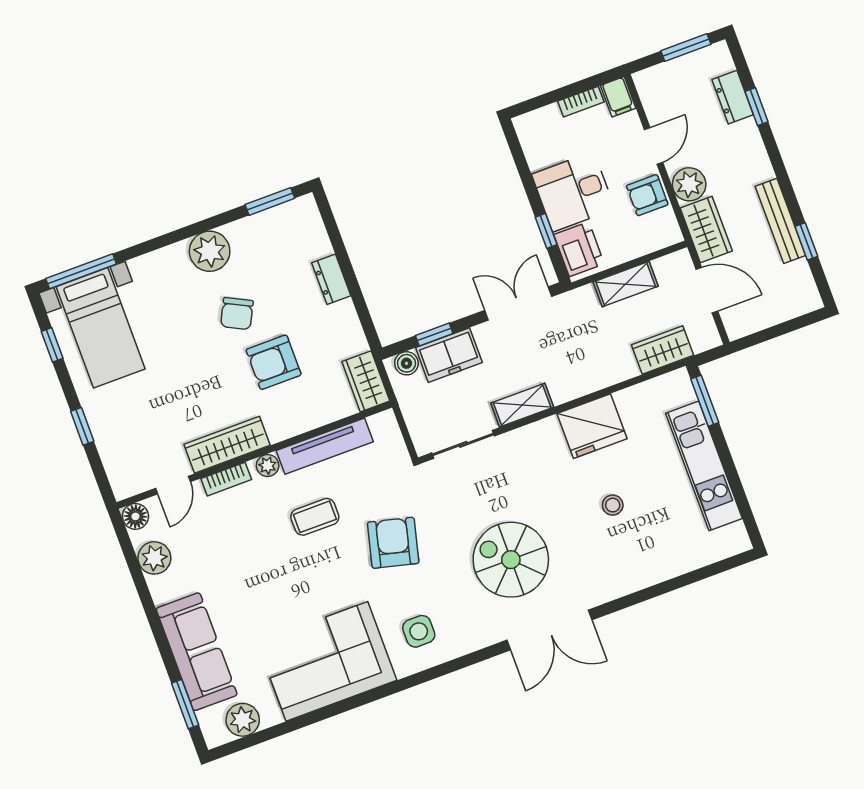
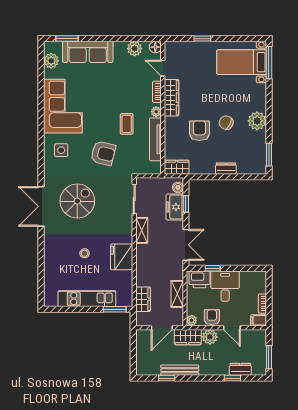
plant: (669, 234) -> (192, 320), added
window: (52, 345) -> (242, 39), removed

